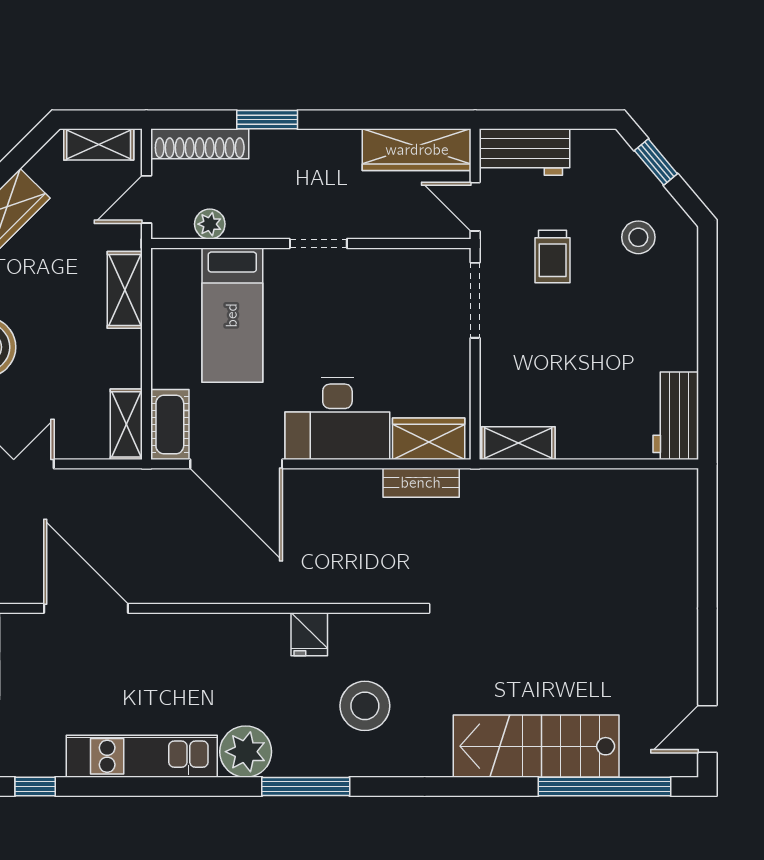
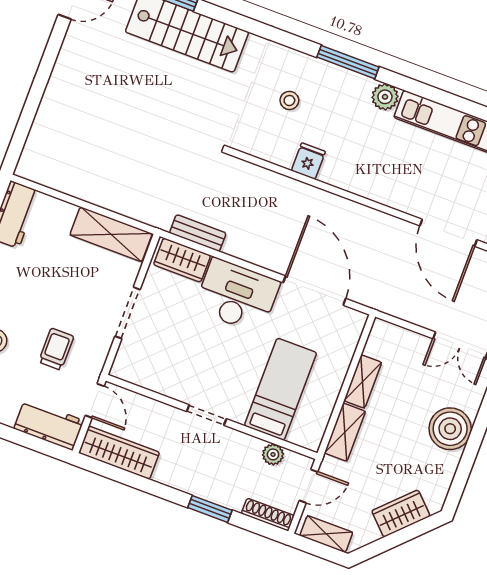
shoe rack: (200, 144) -> (268, 515), width x0.74, depth x0.81
doorway: (475, 300) -> (128, 313), moved
shelving: (126, 424) -> (363, 381), moved
cot: (170, 425) -> (348, 333), removed
shelving: (518, 443) -> (111, 234), width x1.50, depth x1.33
stool: (365, 706) -> (289, 100), width x0.53, depth x0.53
plant: (246, 752) -> (385, 97), width x0.73, depth x0.73

